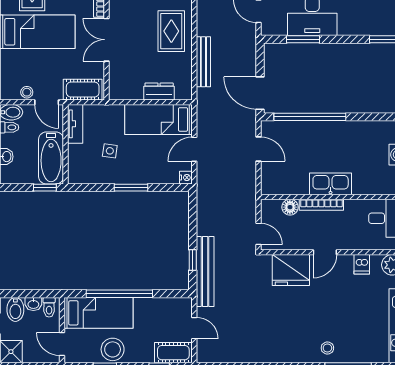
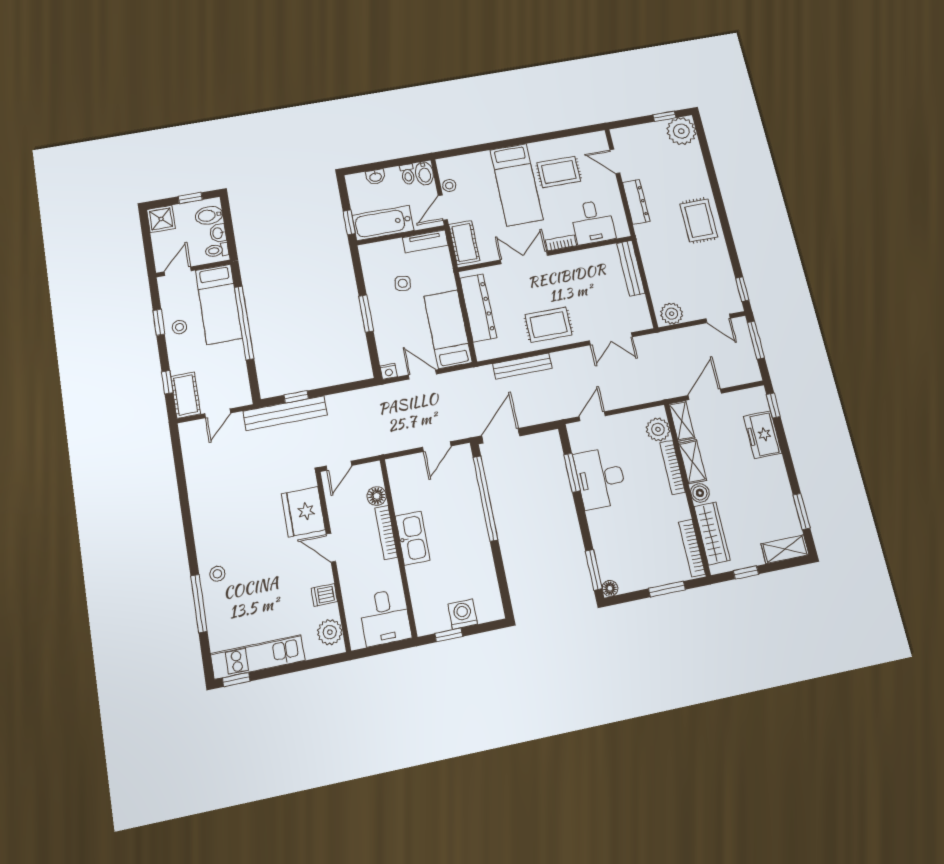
dresser: (159, 91) -> (478, 308), width x1.96, depth x1.24
stool: (113, 349) -> (179, 327), width x0.53, depth x0.53

